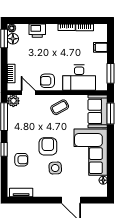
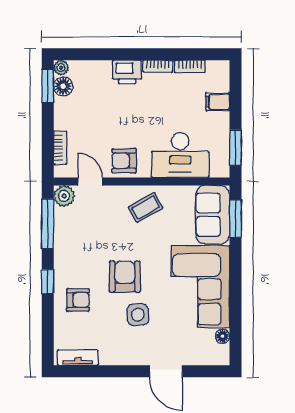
printer: (37, 31) -> (127, 72), moved

